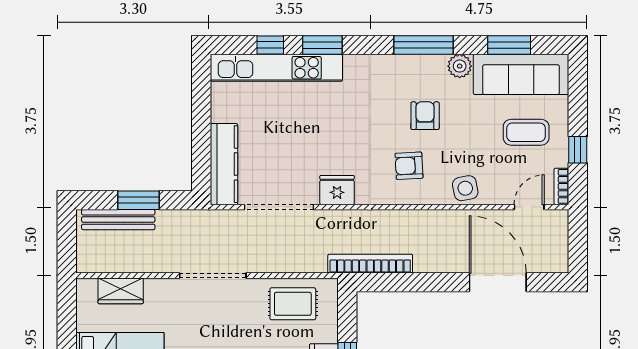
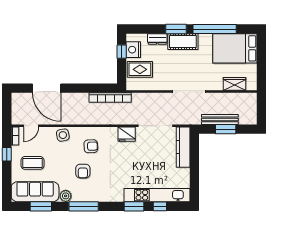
bench: (118, 220) -> (220, 119), moved
rug: (293, 304) -> (140, 69), moved

